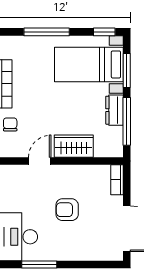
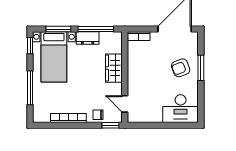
door: (40, 161) -> (125, 104), moved
armchair: (67, 210) -> (181, 68), moved, turned 70
window: (39, 265) -> (201, 68), moved

